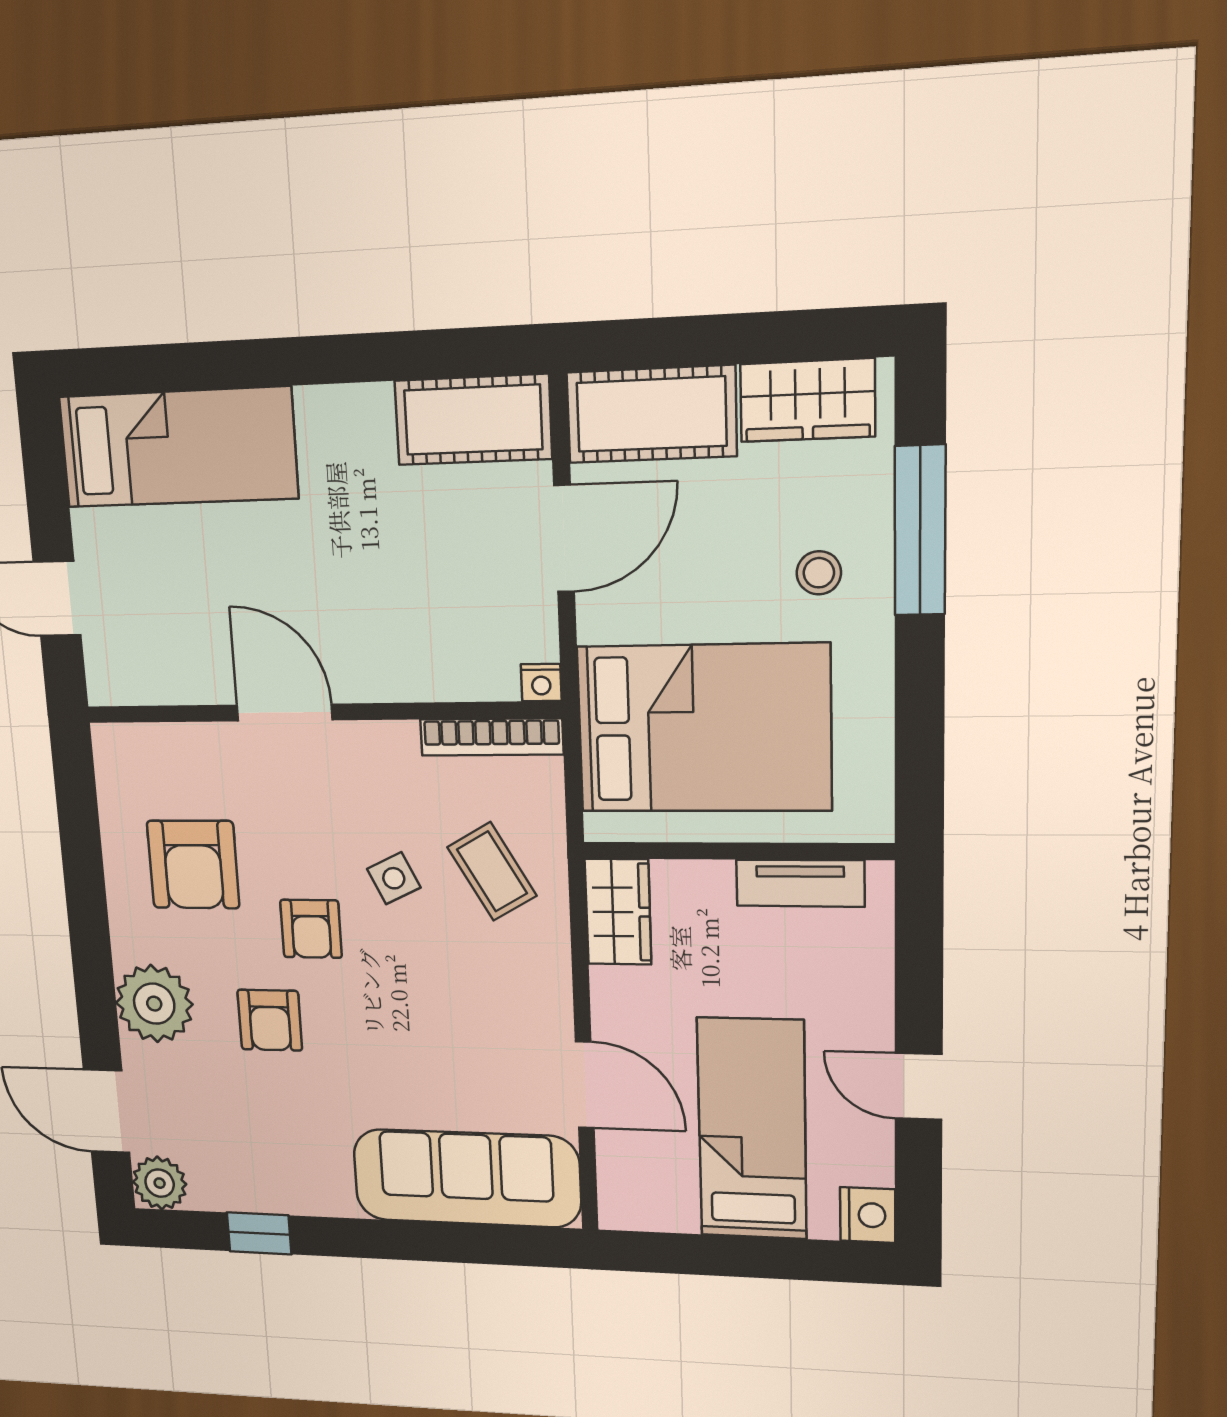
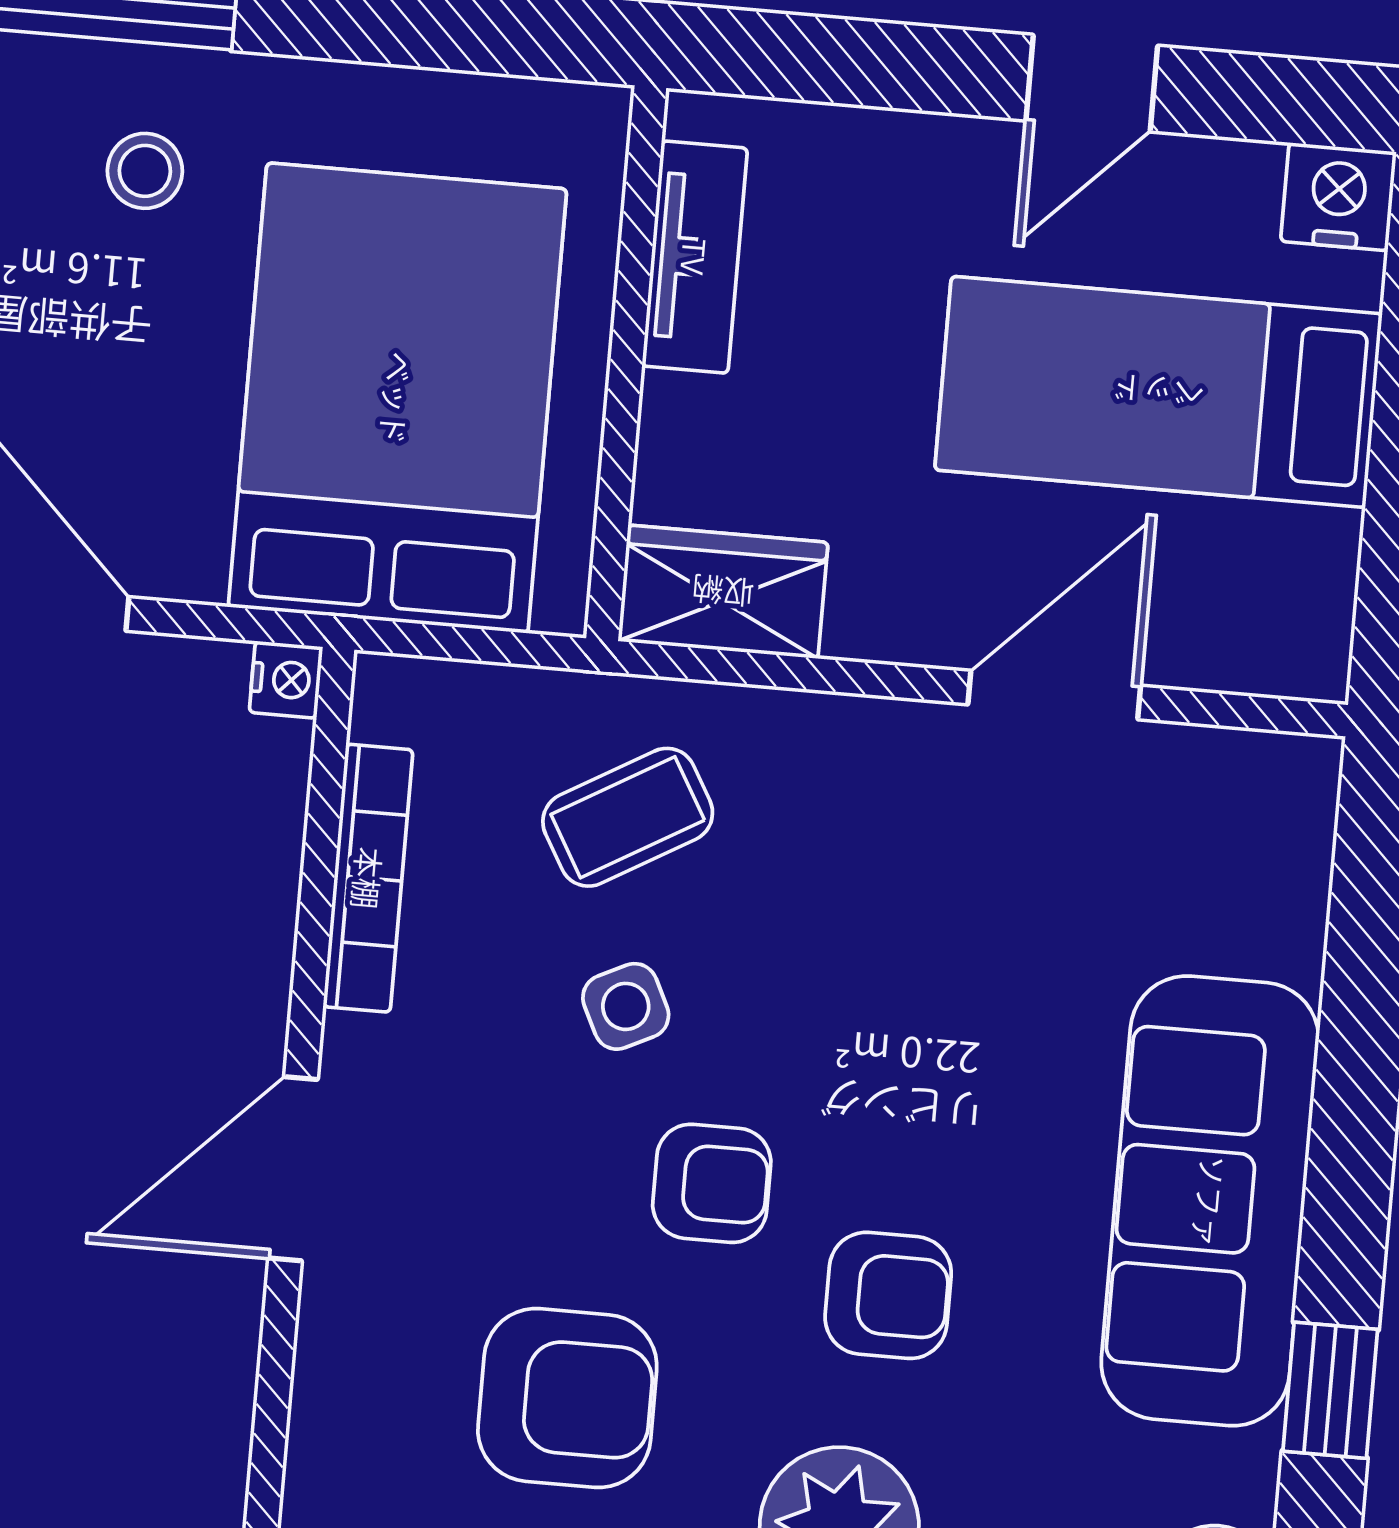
bookcase: (492, 737) -> (368, 878), moved
sofa: (467, 1178) -> (1210, 1201), moved

